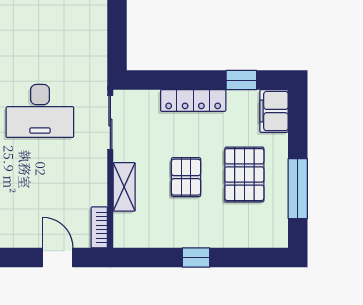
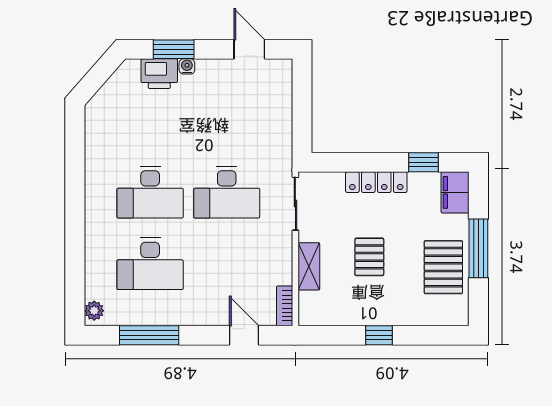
pallet: (244, 175) -> (443, 267), moved
window: (298, 189) -> (478, 248), moved

